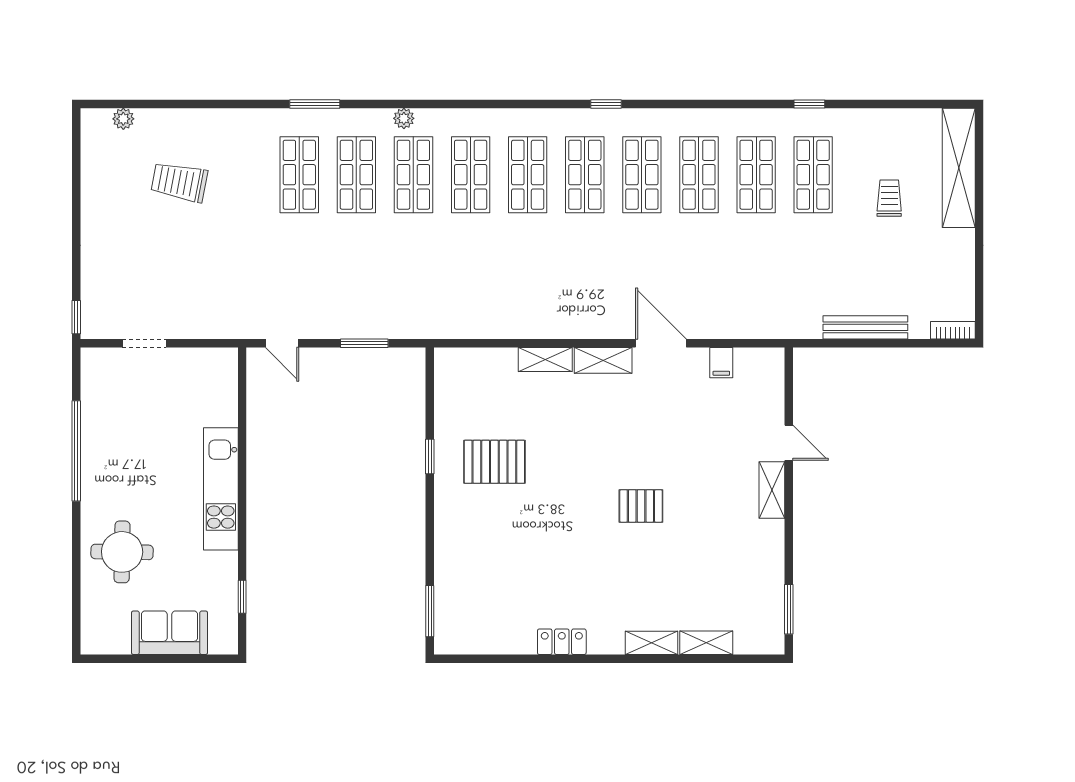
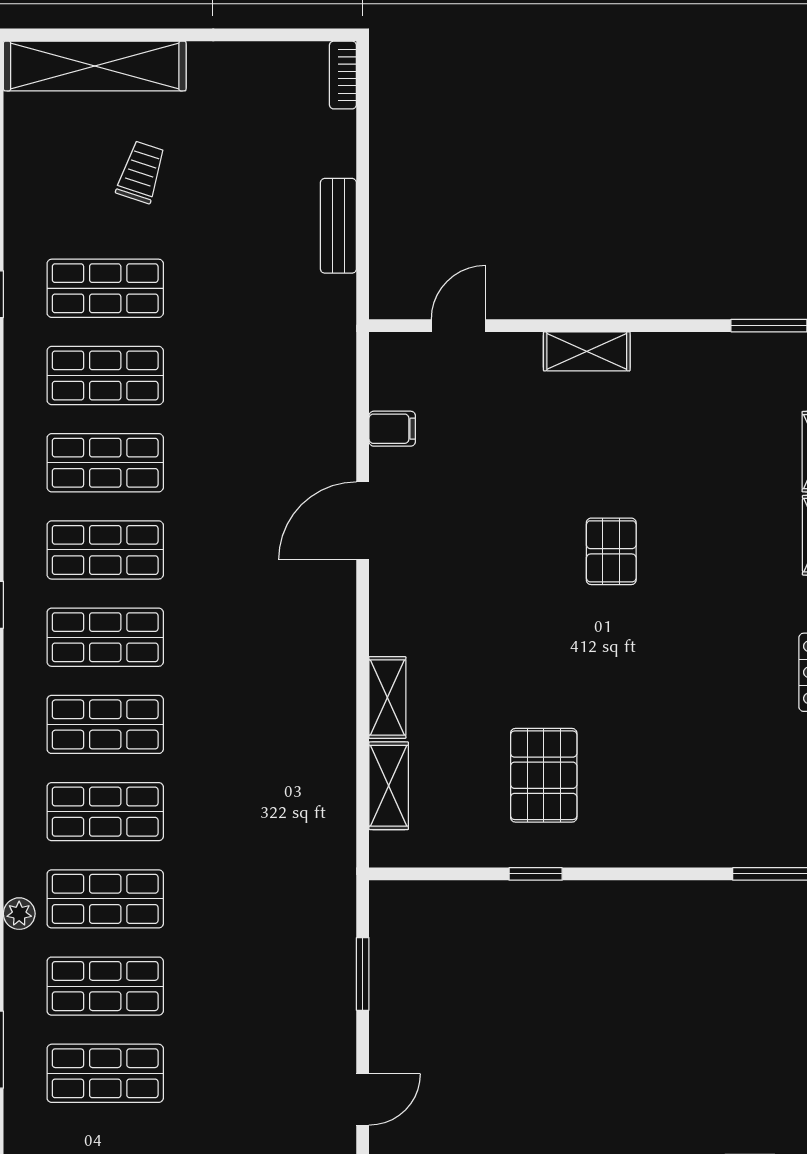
trolley: (889, 198) -> (141, 172), turned 108
bench: (865, 327) -> (338, 226), width x0.73
shelving: (603, 360) -> (389, 786), moved
door: (789, 443) -> (458, 326), moved

